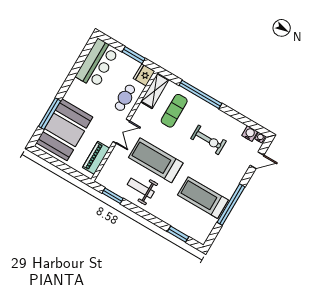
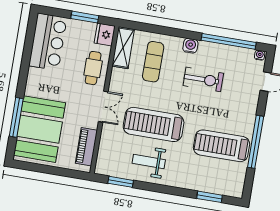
window: (200, 94) -> (229, 41), moved
water cooler: (250, 134) -> (190, 46), moved

